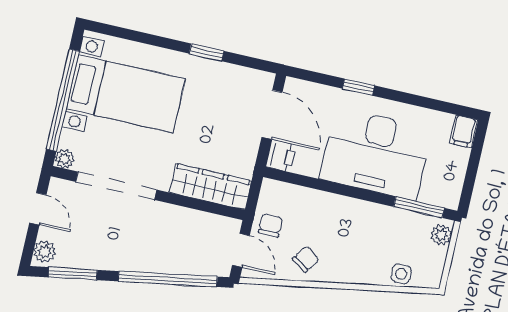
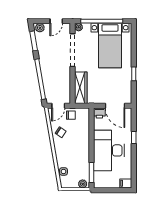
door: (272, 115) -> (115, 106), hinge flipped

